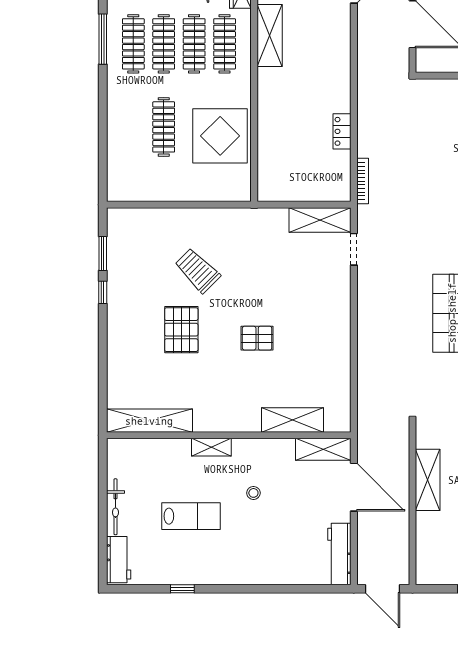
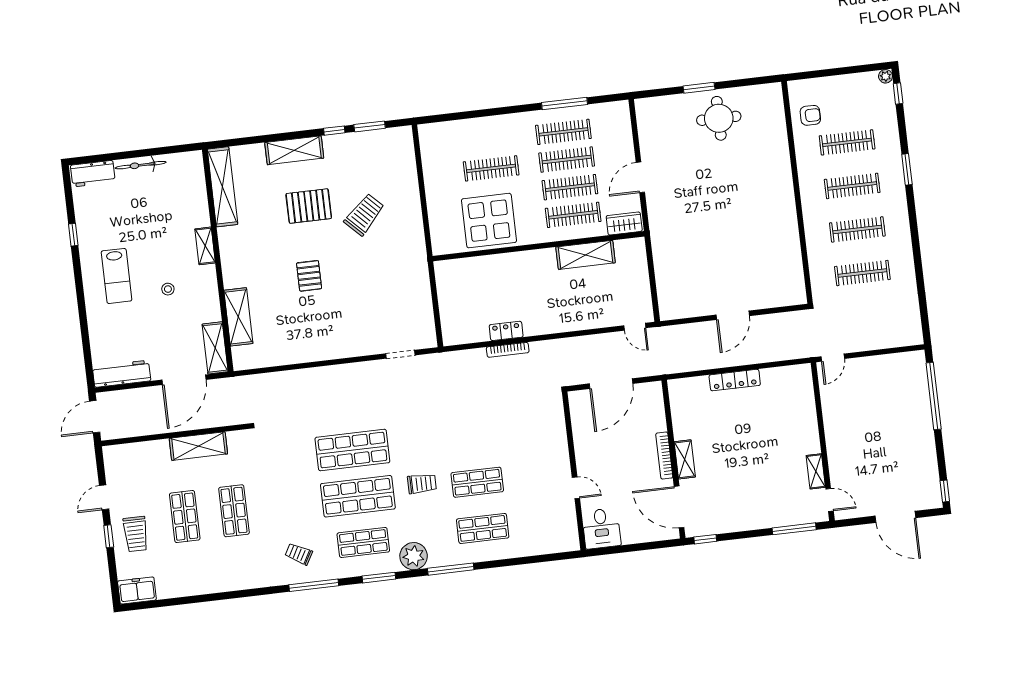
bookcase: (363, 181) -> (508, 350), moved
shelving: (320, 220) -> (294, 150), moved, turned 90
lab bench: (191, 516) -> (117, 276), moved

